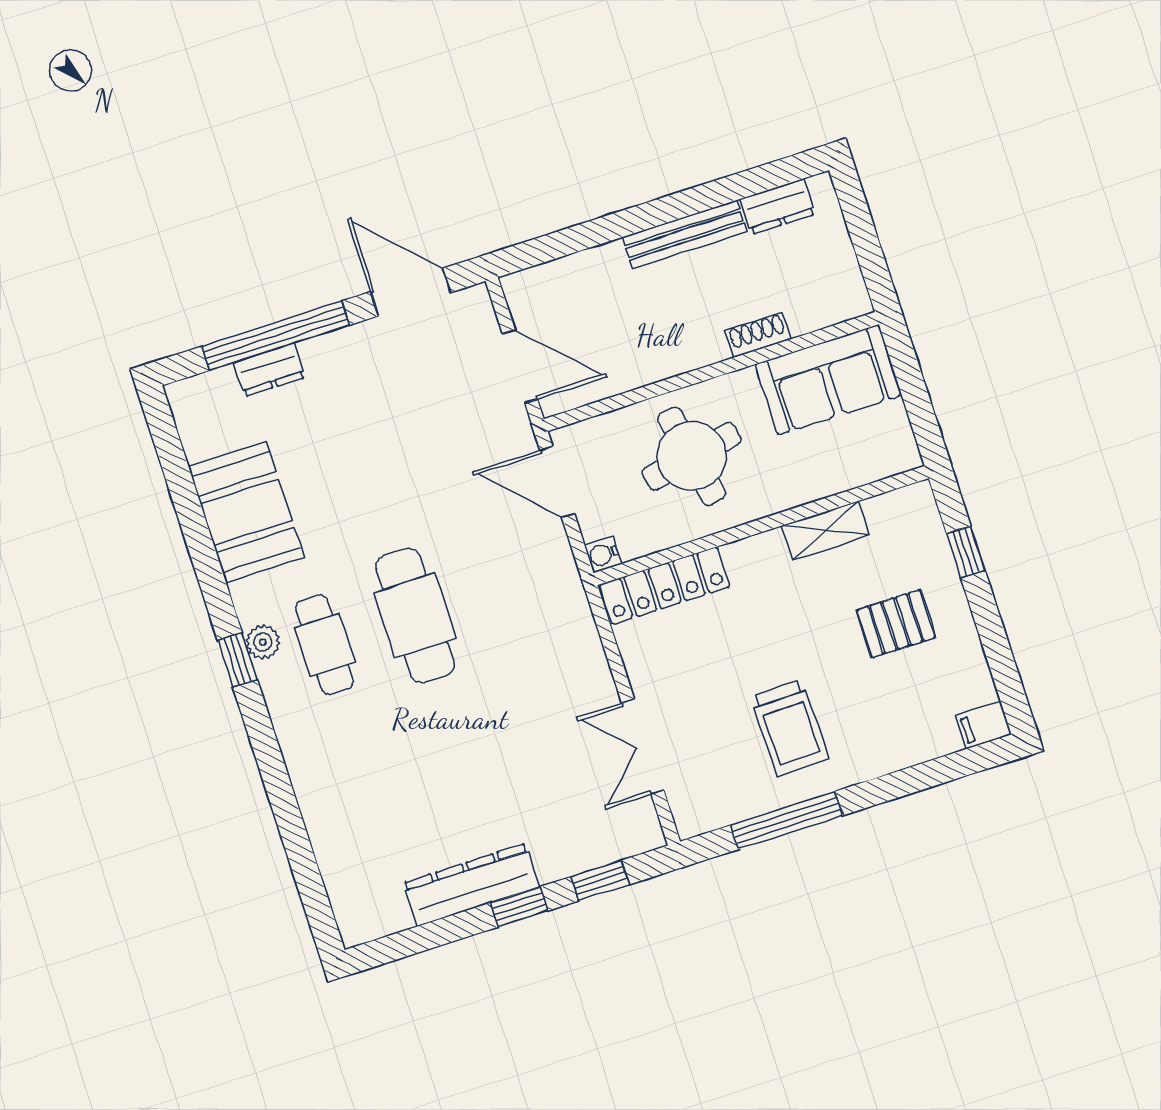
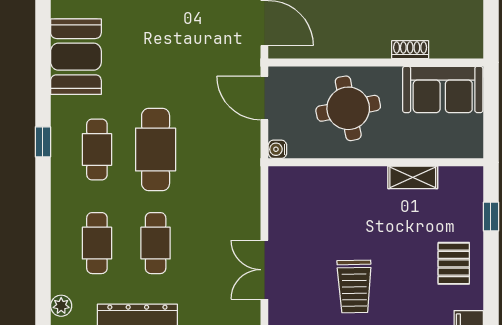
locker: (665, 586) -> (308, 179), removed
pallet: (896, 624) -> (454, 263), moved, turned 90
plant: (263, 642) -> (61, 306), moved
cafe table: (462, 760) -> (156, 243), added
cafe table: (371, 789) -> (97, 243), added

